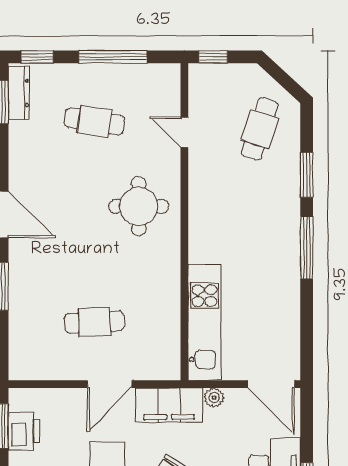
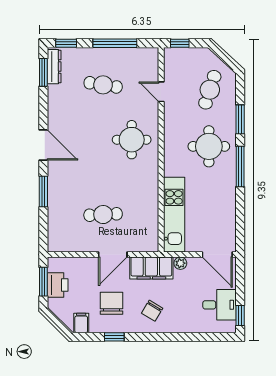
round table: (258, 217) -> (209, 146), added

